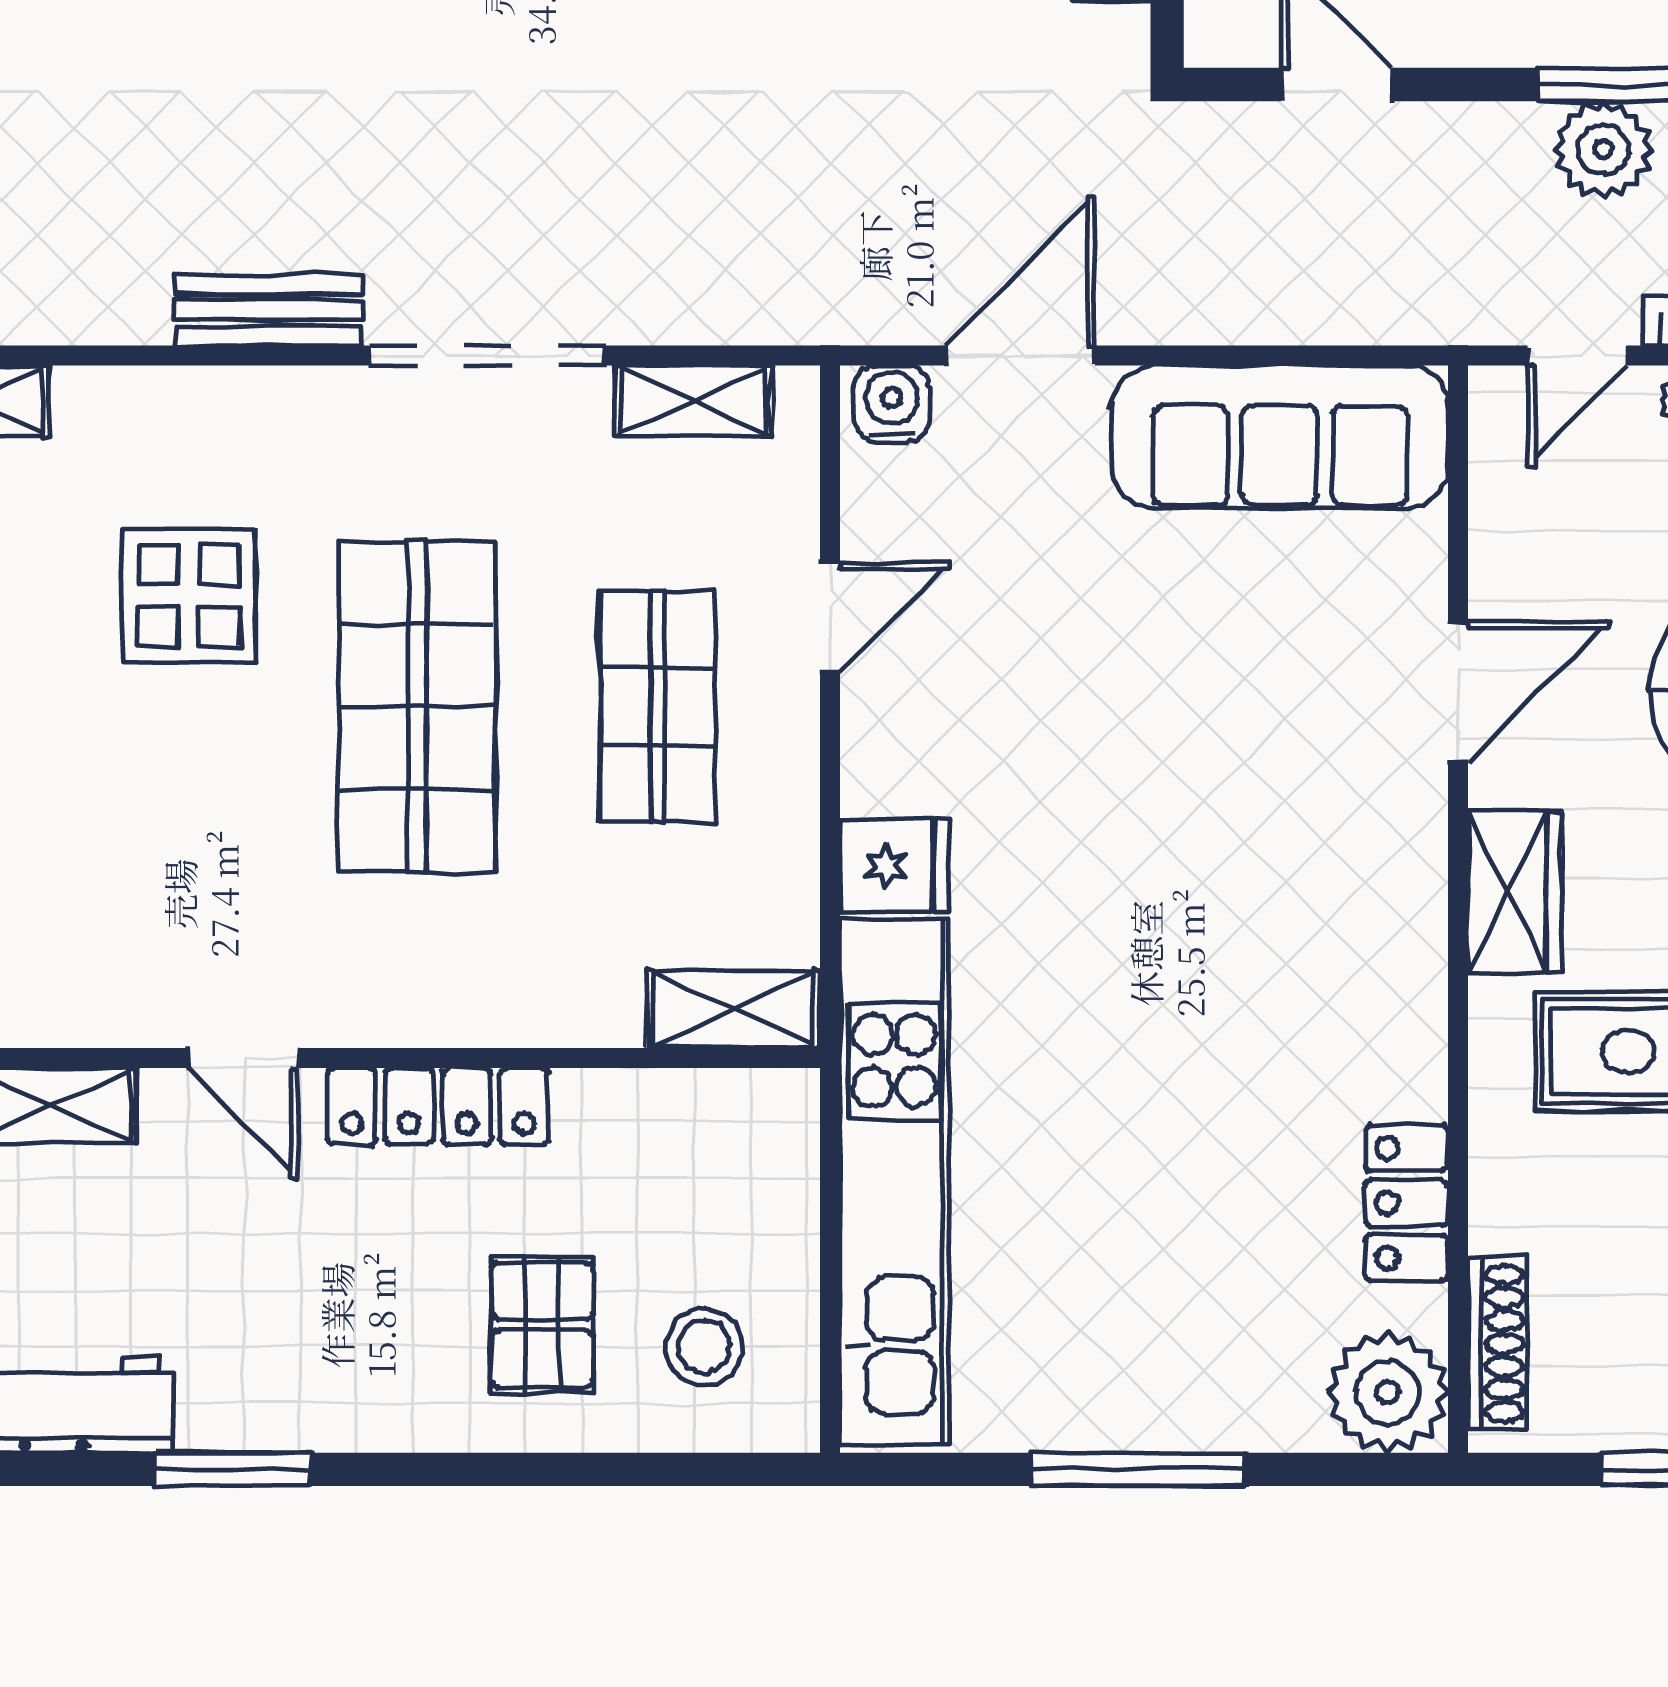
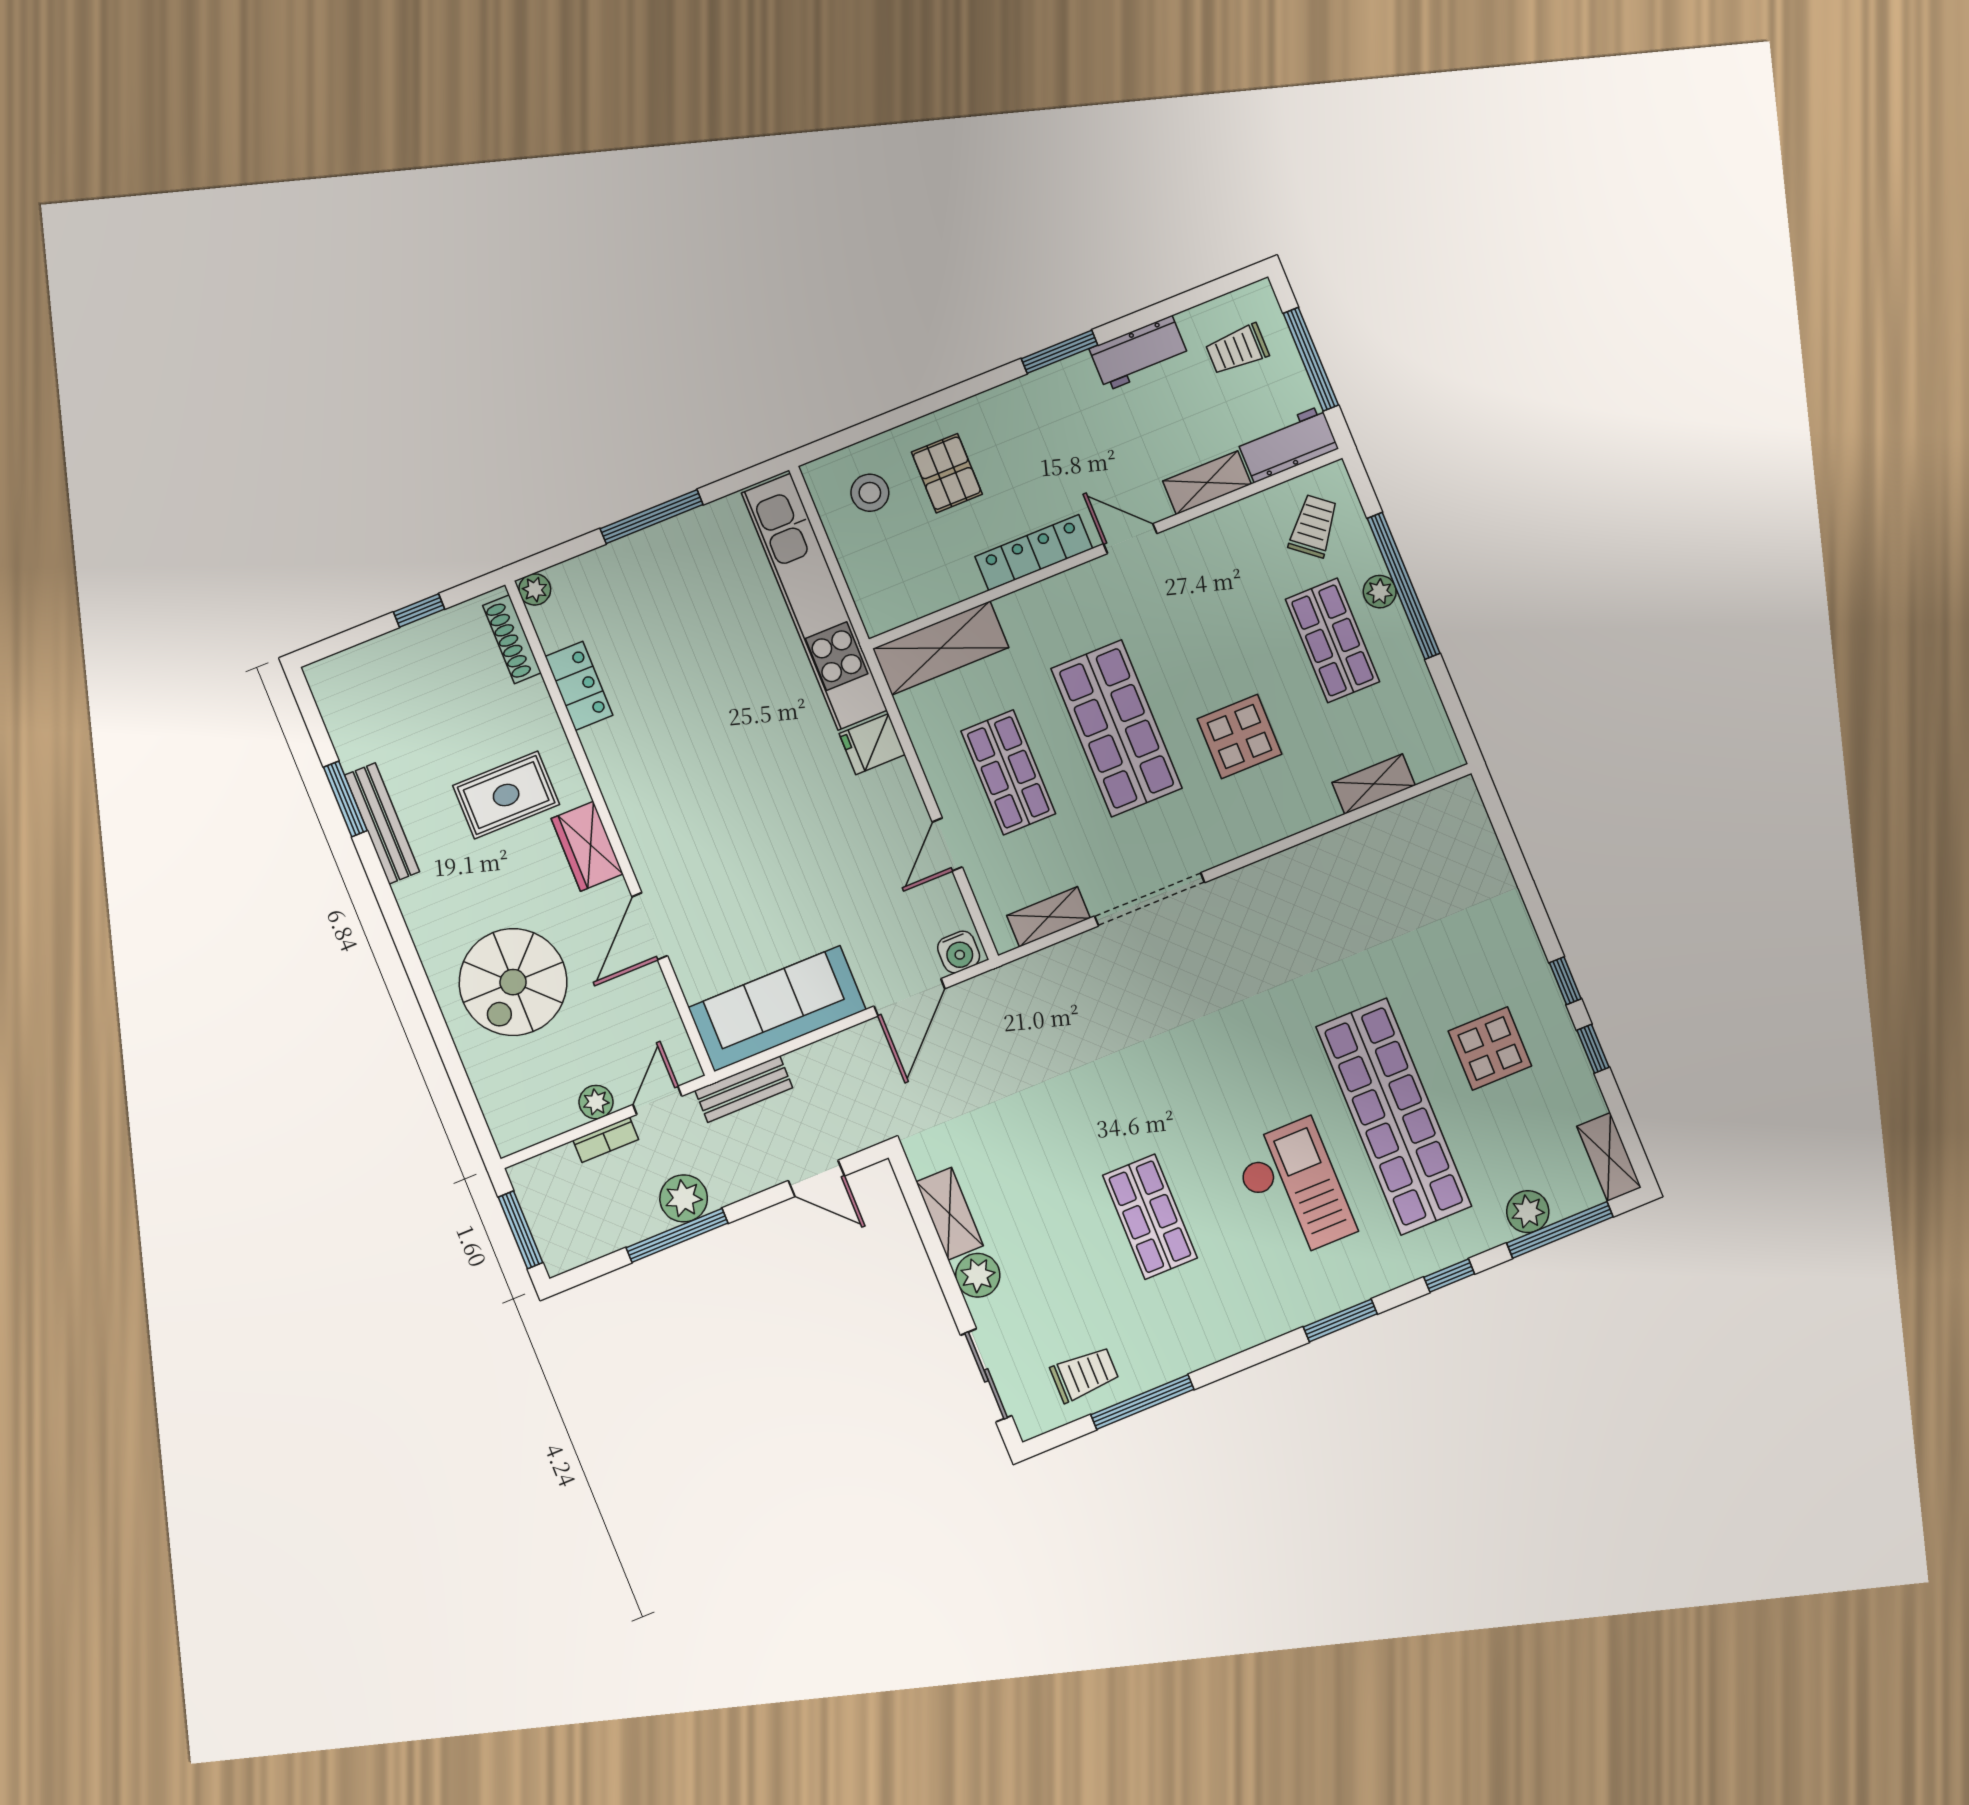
bench: (269, 310) -> (744, 1089), moved
shelving: (733, 1009) -> (941, 648), width x1.50, depth x1.33
plant: (1387, 1392) -> (535, 589), width x0.53, depth x0.53

